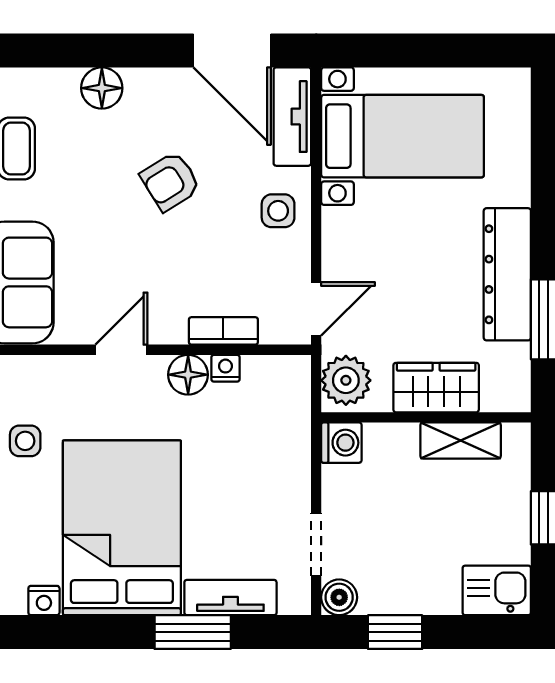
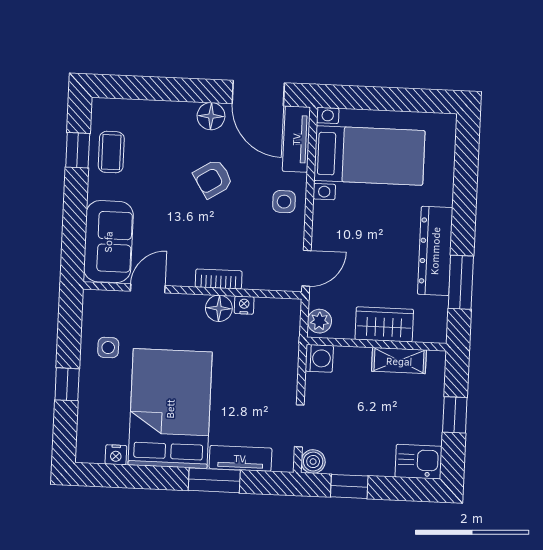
floor lamp: (102, 88) -> (211, 116), moved
bookcase: (223, 331) -> (219, 279), moved
door: (121, 350) -> (148, 288), moved
plant: (346, 380) -> (319, 321), width x0.73, depth x0.73

